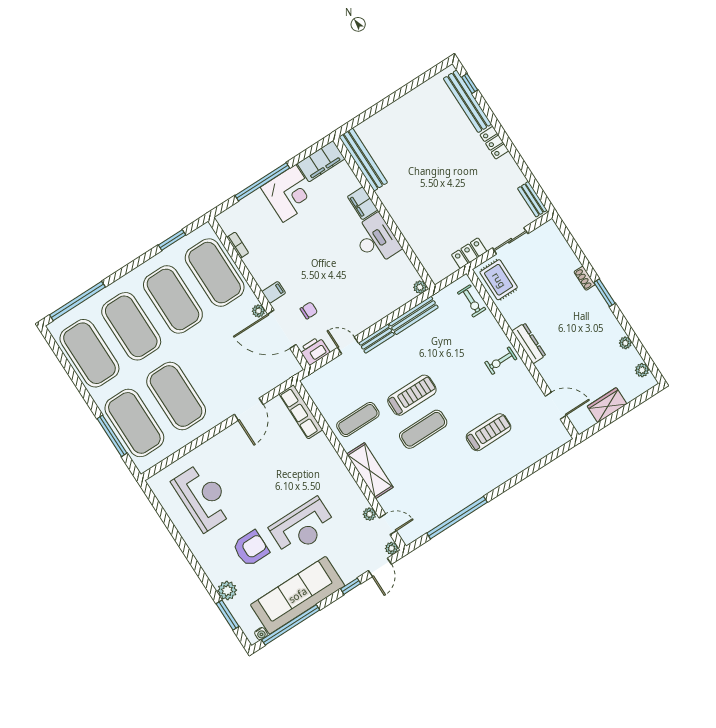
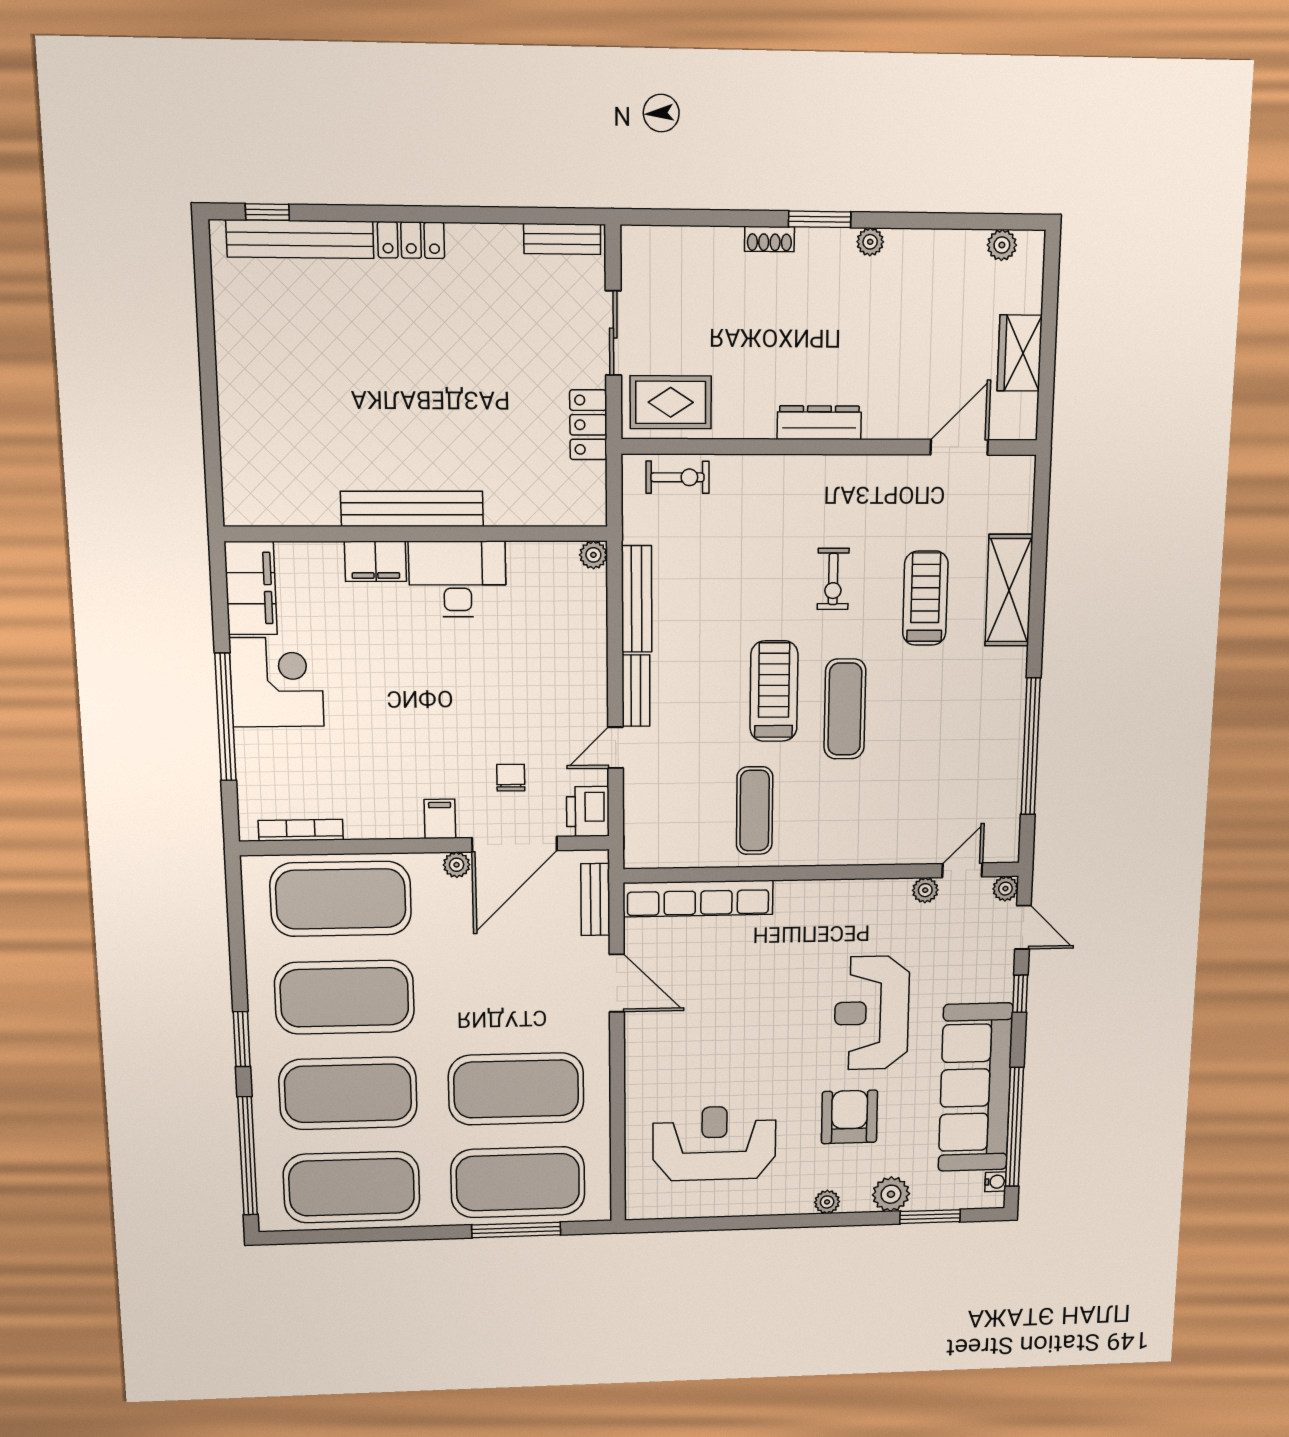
bench: (363, 160) -> (412, 509), moved
window: (172, 240) -> (242, 1039), moved
bookcase: (238, 245) -> (301, 830), width x1.56
plant: (625, 343) -> (870, 242), moved
exercise bike: (501, 361) -> (833, 579), moved
bench: (279, 377) -> (595, 900), added
row of seats: (301, 412) -> (698, 899), width x1.36
shelving: (370, 471) -> (1009, 590), moved, turned 90
reception desk: (303, 527) -> (872, 1013), turned 180
plant: (207, 564) -> (827, 1202), added

